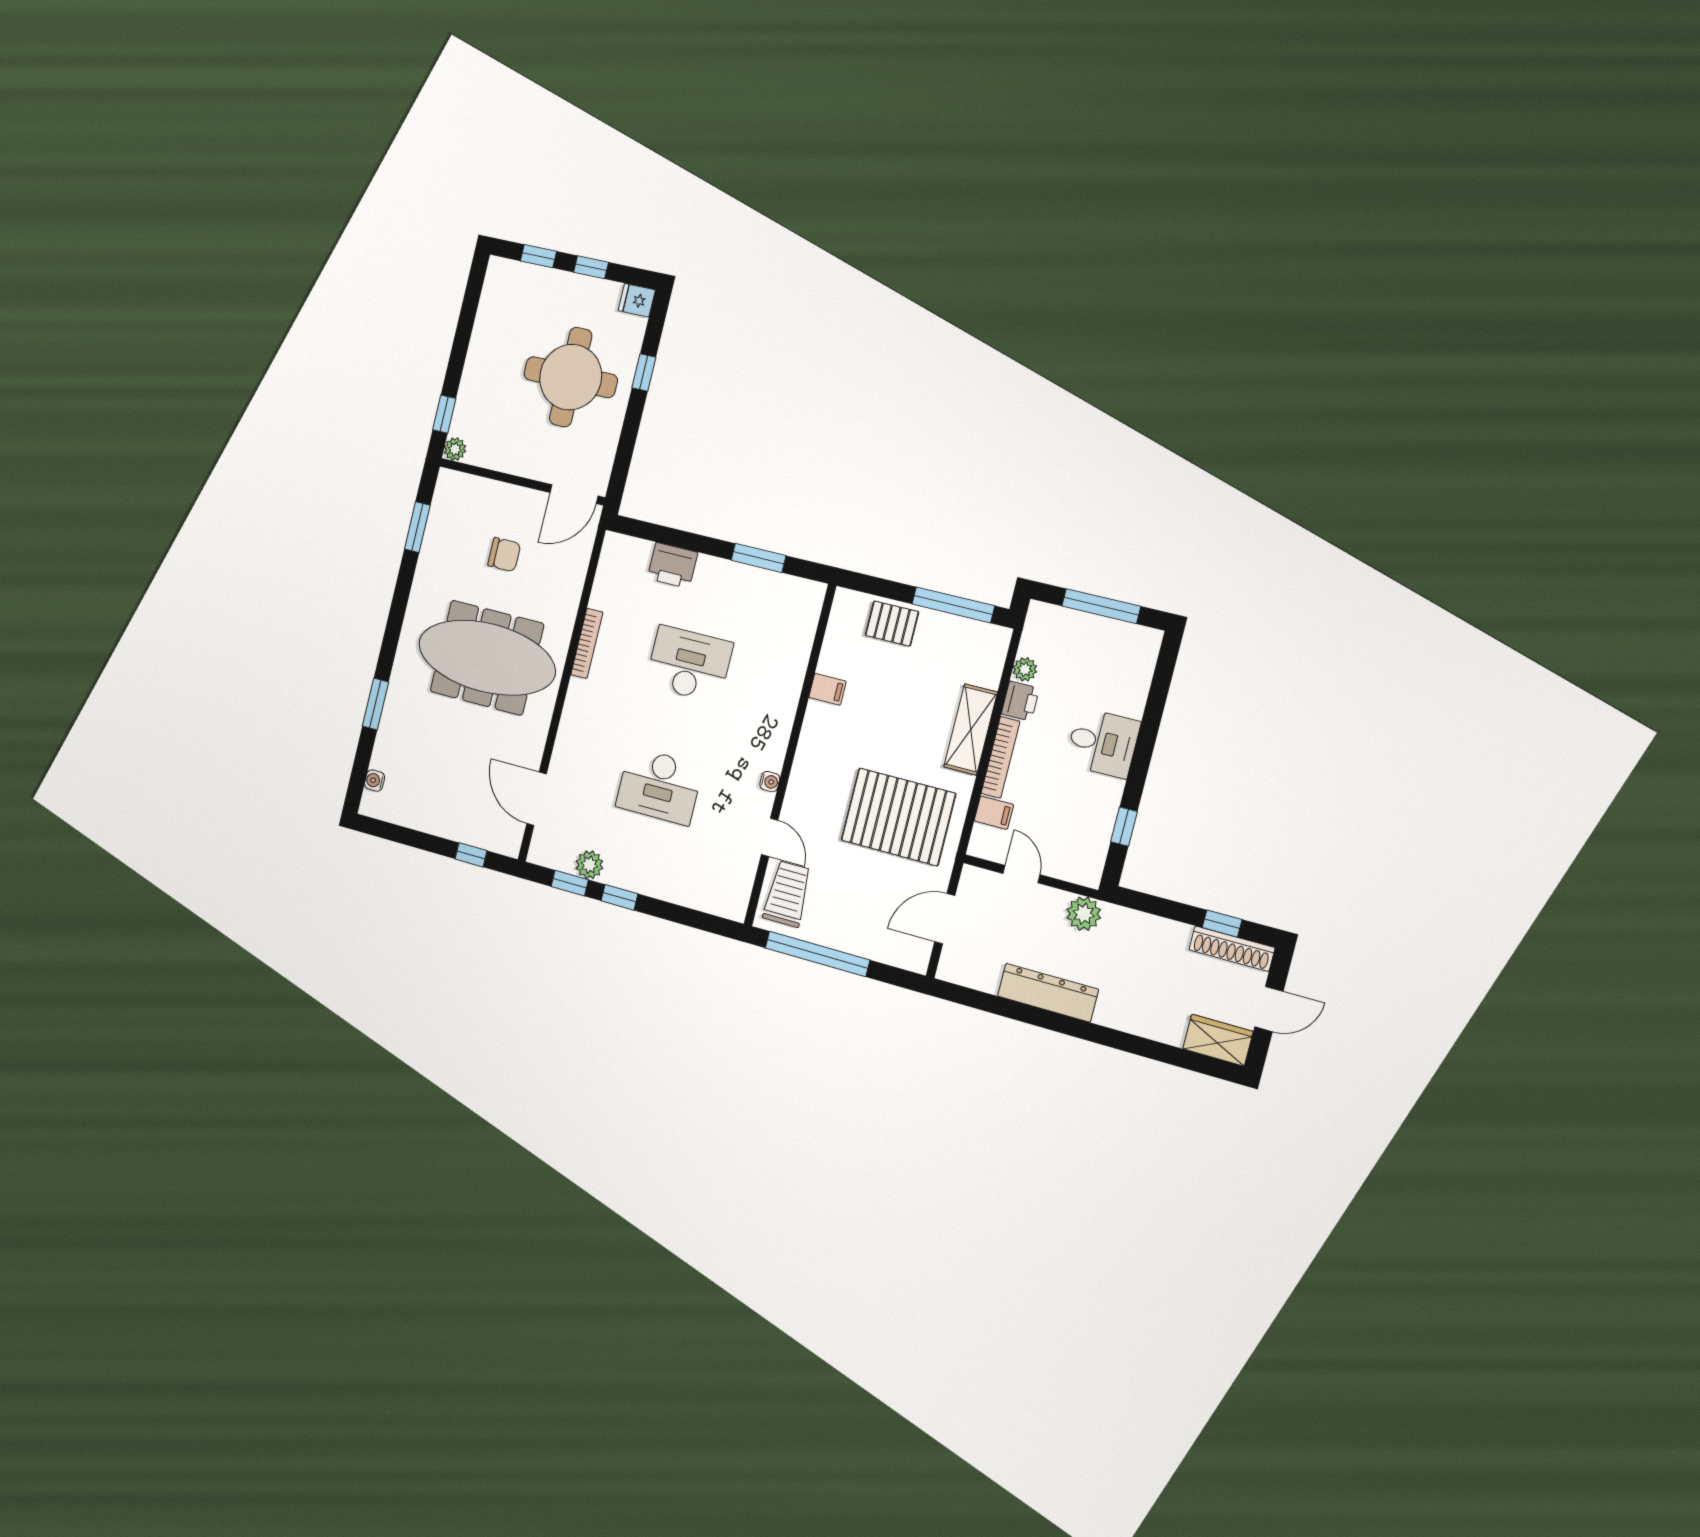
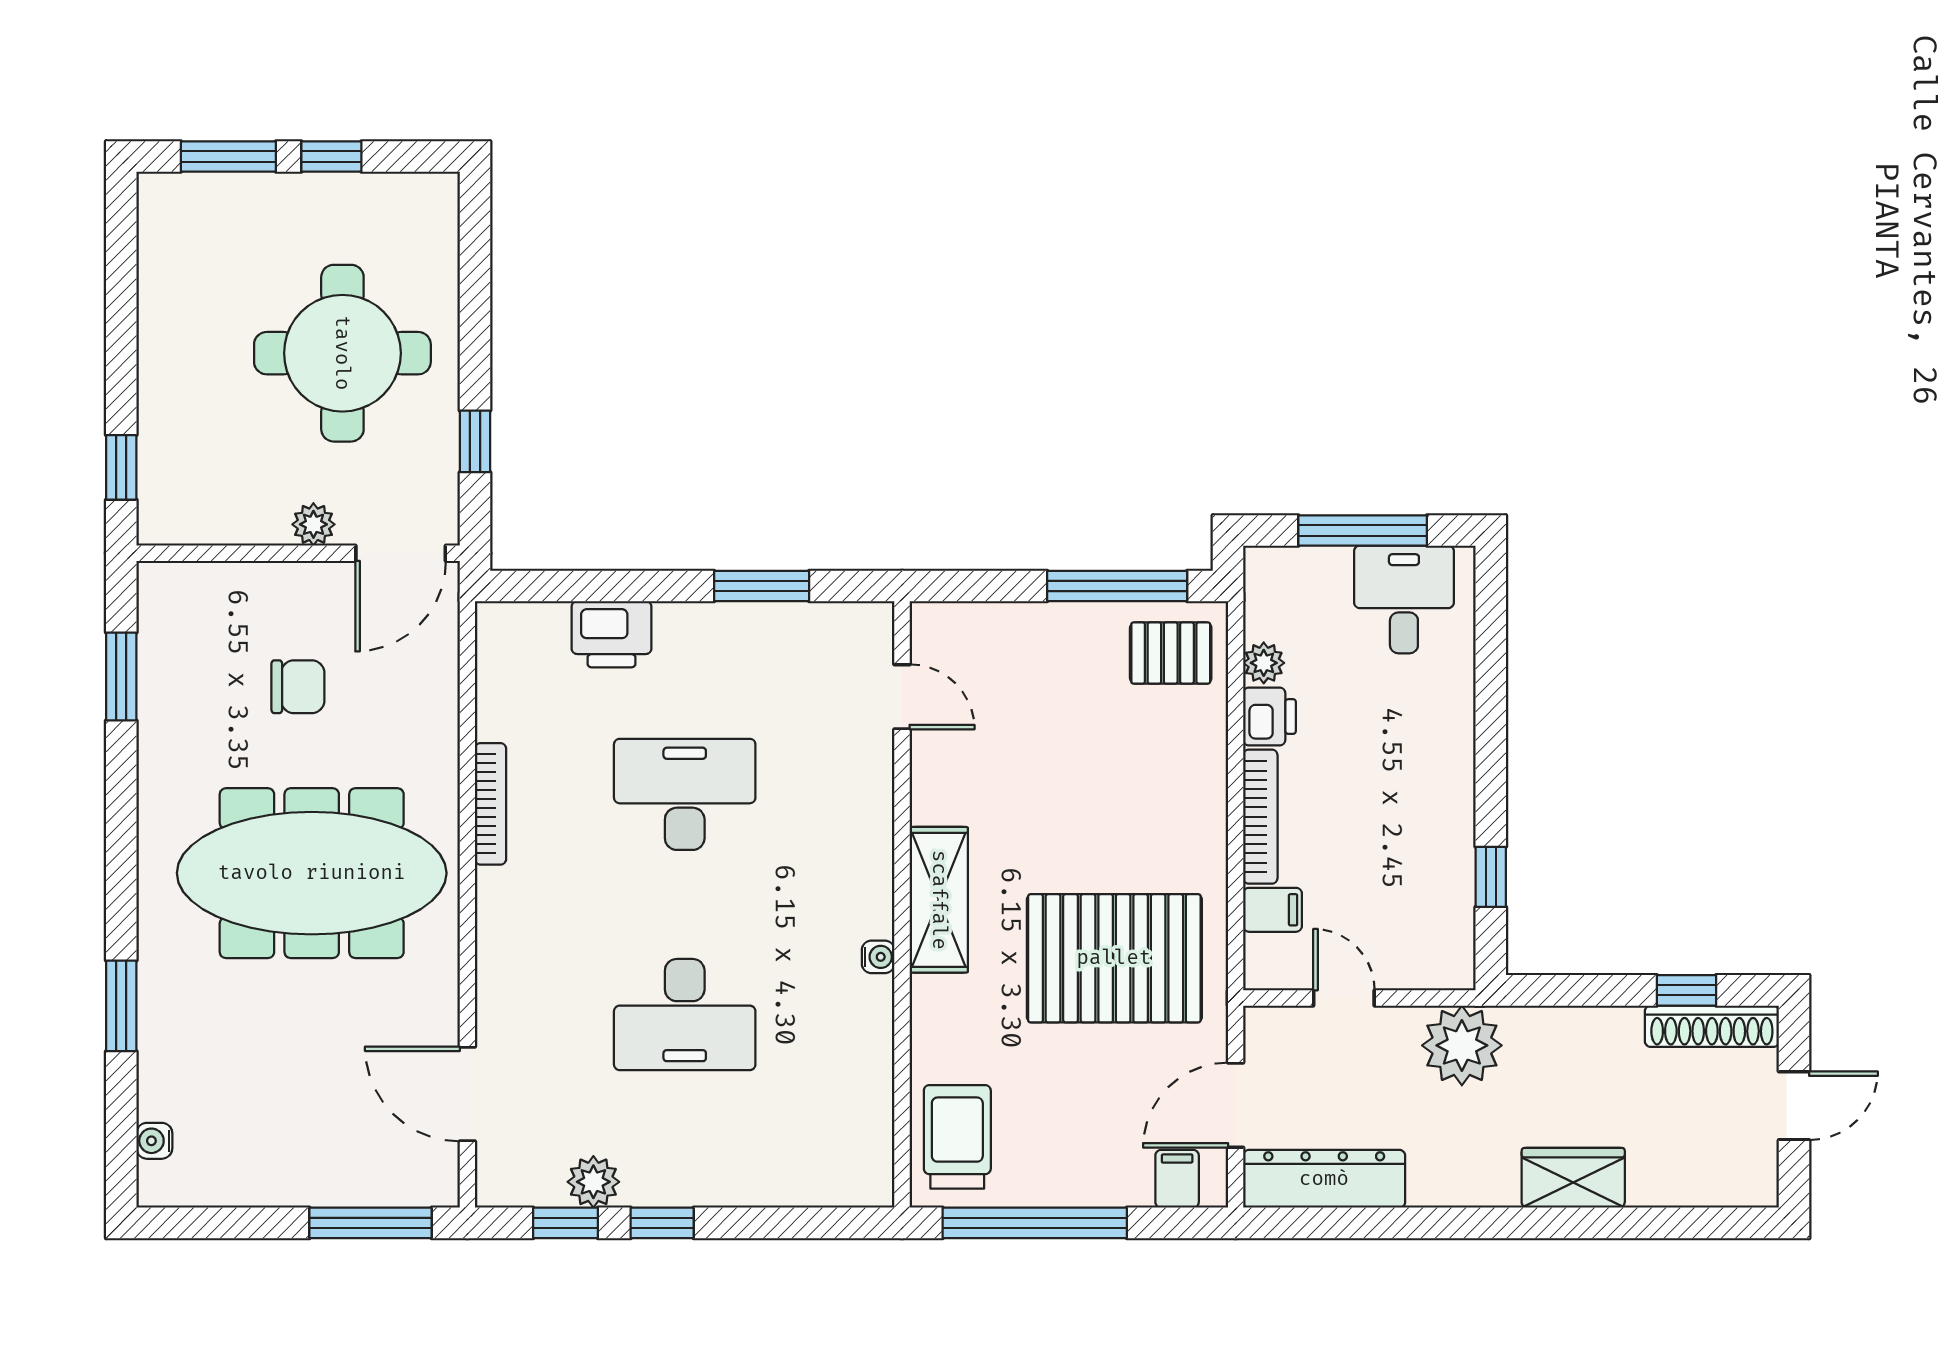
window: (538, 256) -> (228, 156), width x1.50
fridge: (637, 300) -> (430, 197), removed
window: (644, 372) -> (475, 441), moved
plant: (455, 449) -> (313, 524), moved
pallet: (892, 624) -> (1171, 653), moved
filing cabinet: (827, 689) -> (1177, 1179), moved, turned -90
shelving: (971, 729) -> (939, 900), moved
desk: (1103, 743) -> (1404, 599), moved, turned -90
door: (770, 837) -> (902, 697), moved
window: (471, 855) -> (370, 1223), width x2.17
plant: (1084, 914) -> (1462, 1045), width x1.36, depth x1.36
dresser: (1048, 993) -> (1324, 1179), moved
wardrobe: (1218, 1040) -> (1573, 1178), moved

